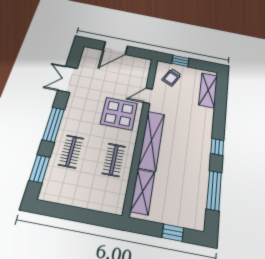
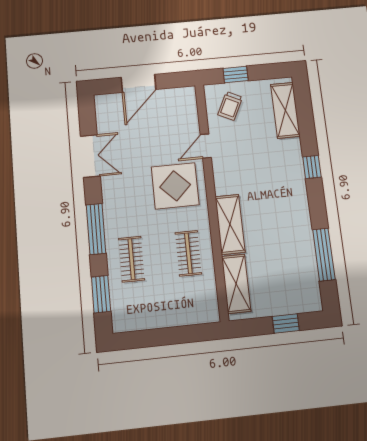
double door: (68, 79) -> (90, 156), swing flipped
shelving: (152, 140) -> (230, 224), width x0.68
window: (217, 147) -> (312, 167), moved

